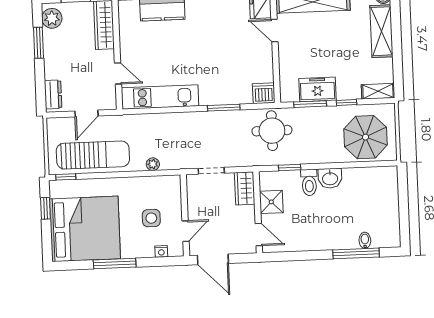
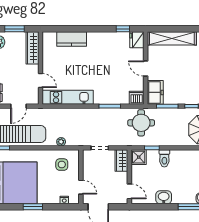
door: (274, 31) -> (146, 69), moved
freezer: (317, 89) -> (155, 92), moved, turned 90
washbasin: (330, 178) -> (164, 197), moved, turned 180
shower: (271, 202) -> (139, 157), moved
side table: (151, 218) -> (62, 165), moved
door: (186, 231) -> (81, 187), hinge flipped
window: (115, 264) -> (33, 207), width x0.69

